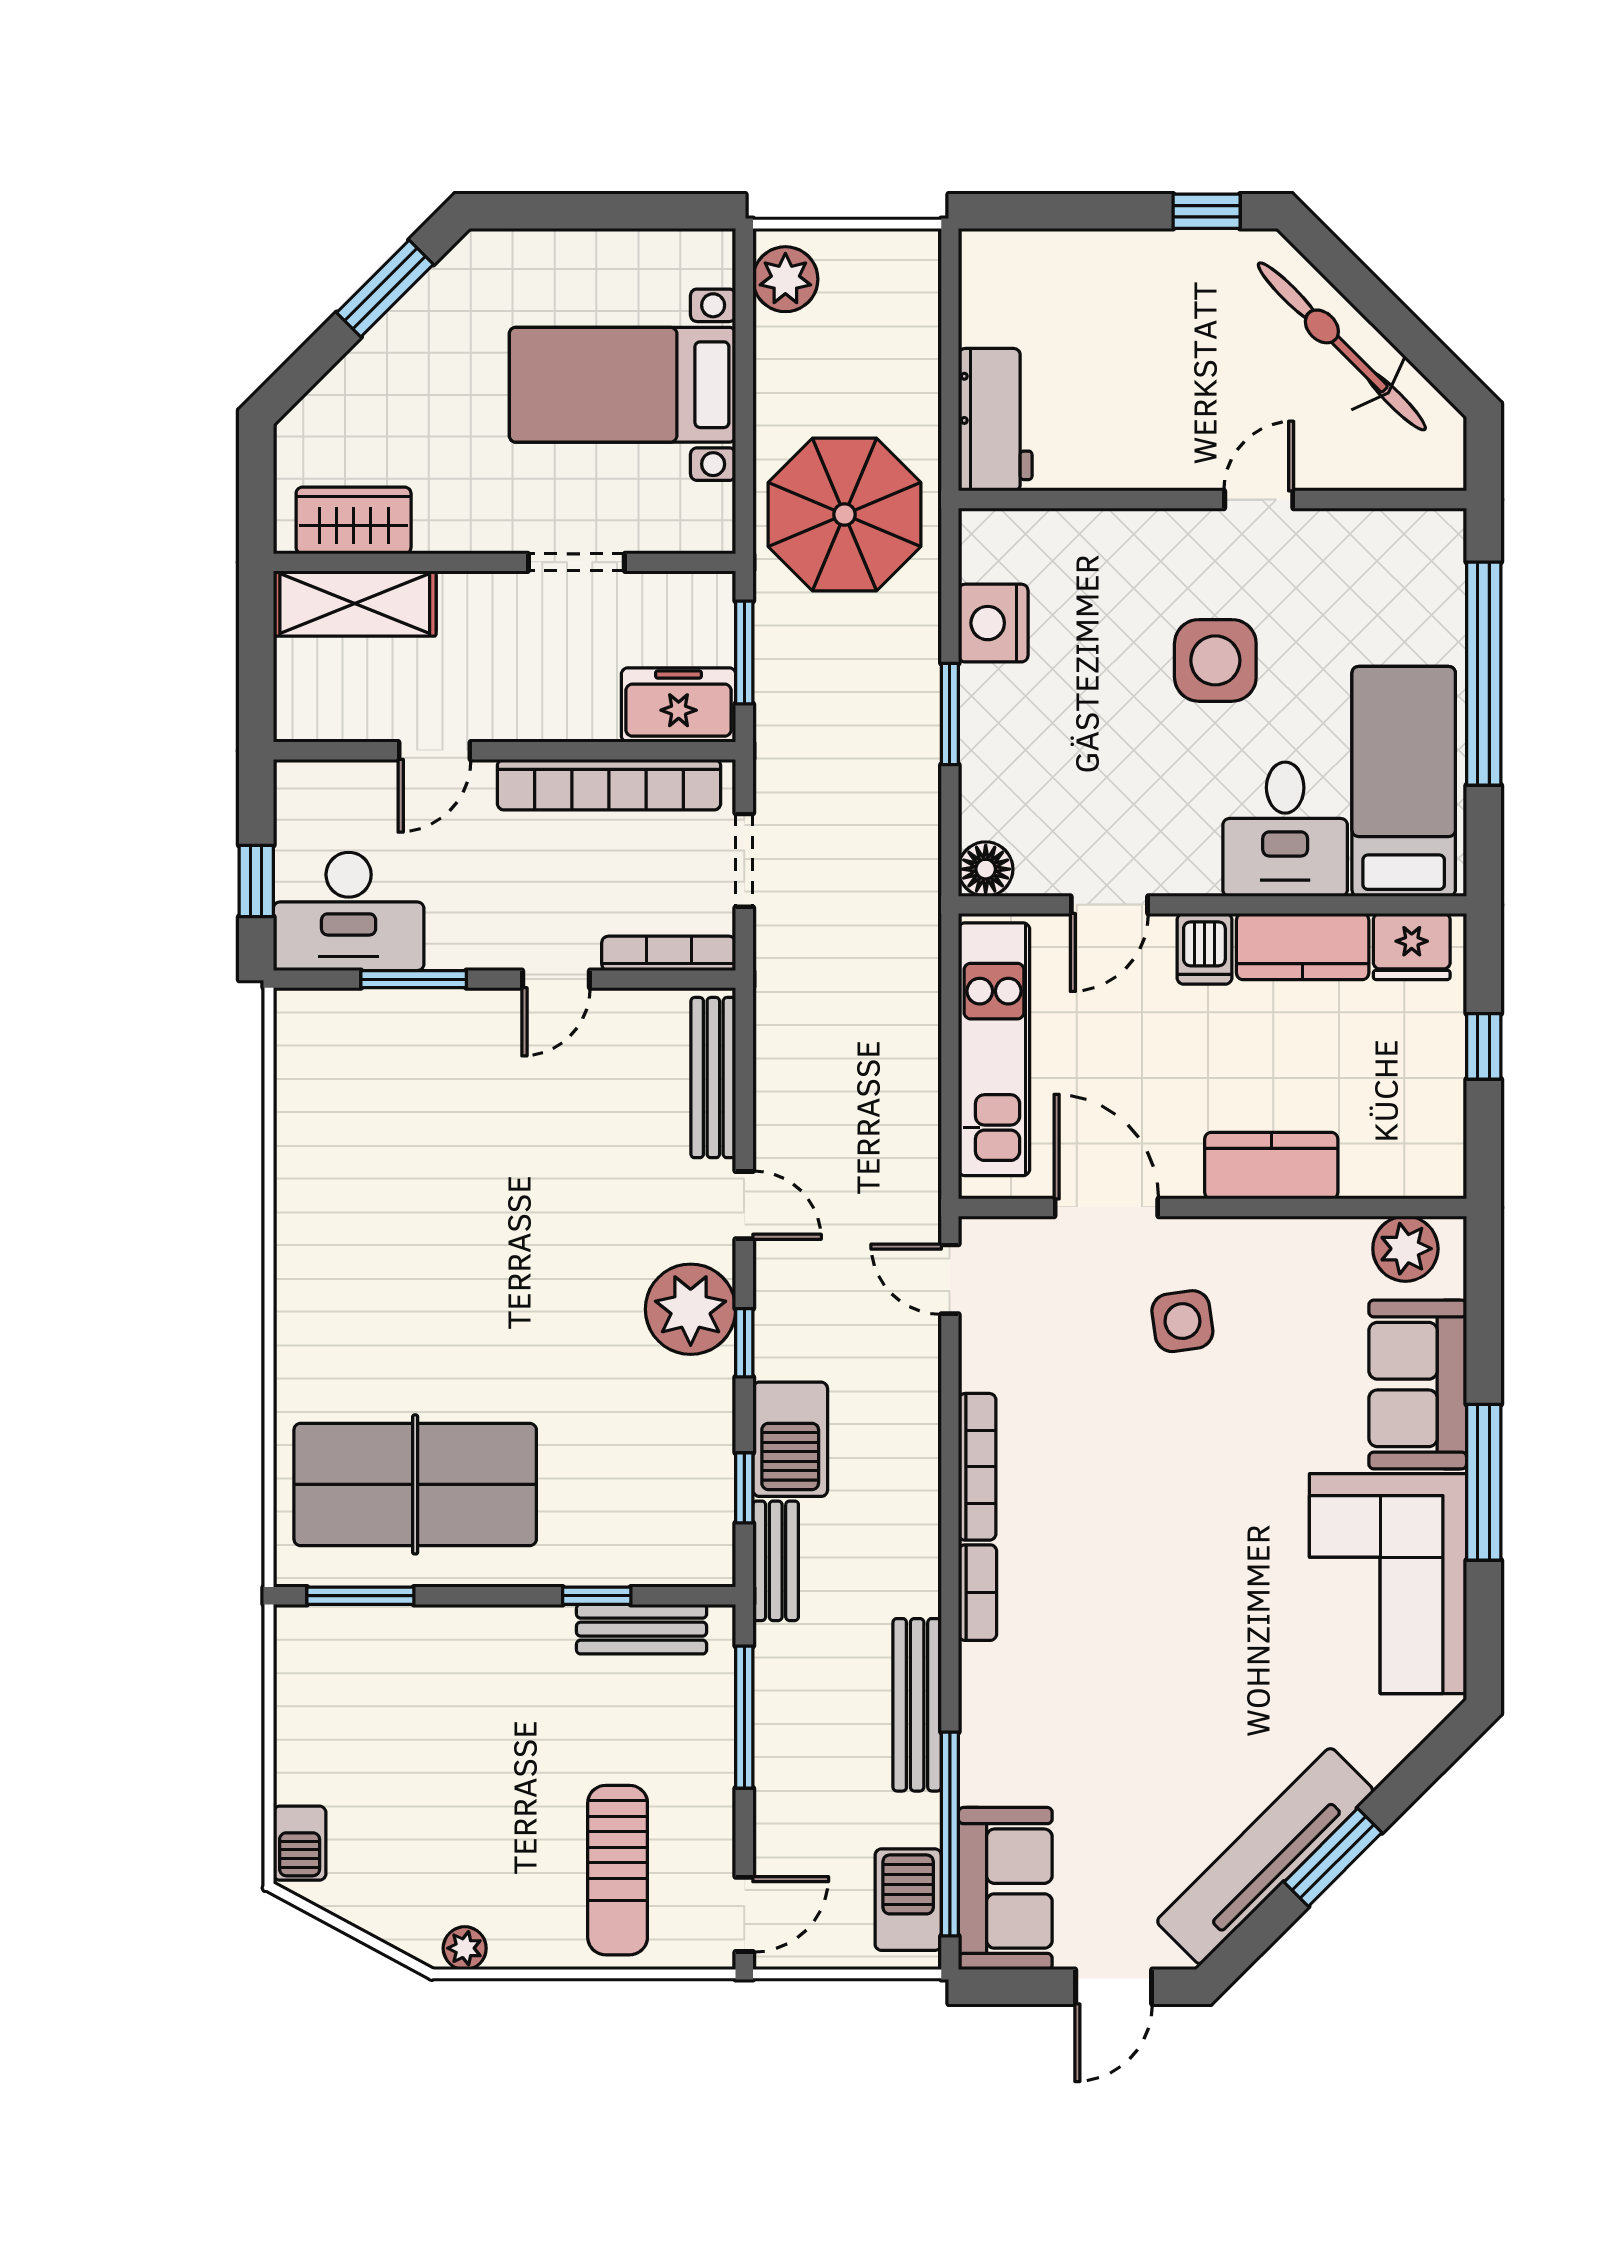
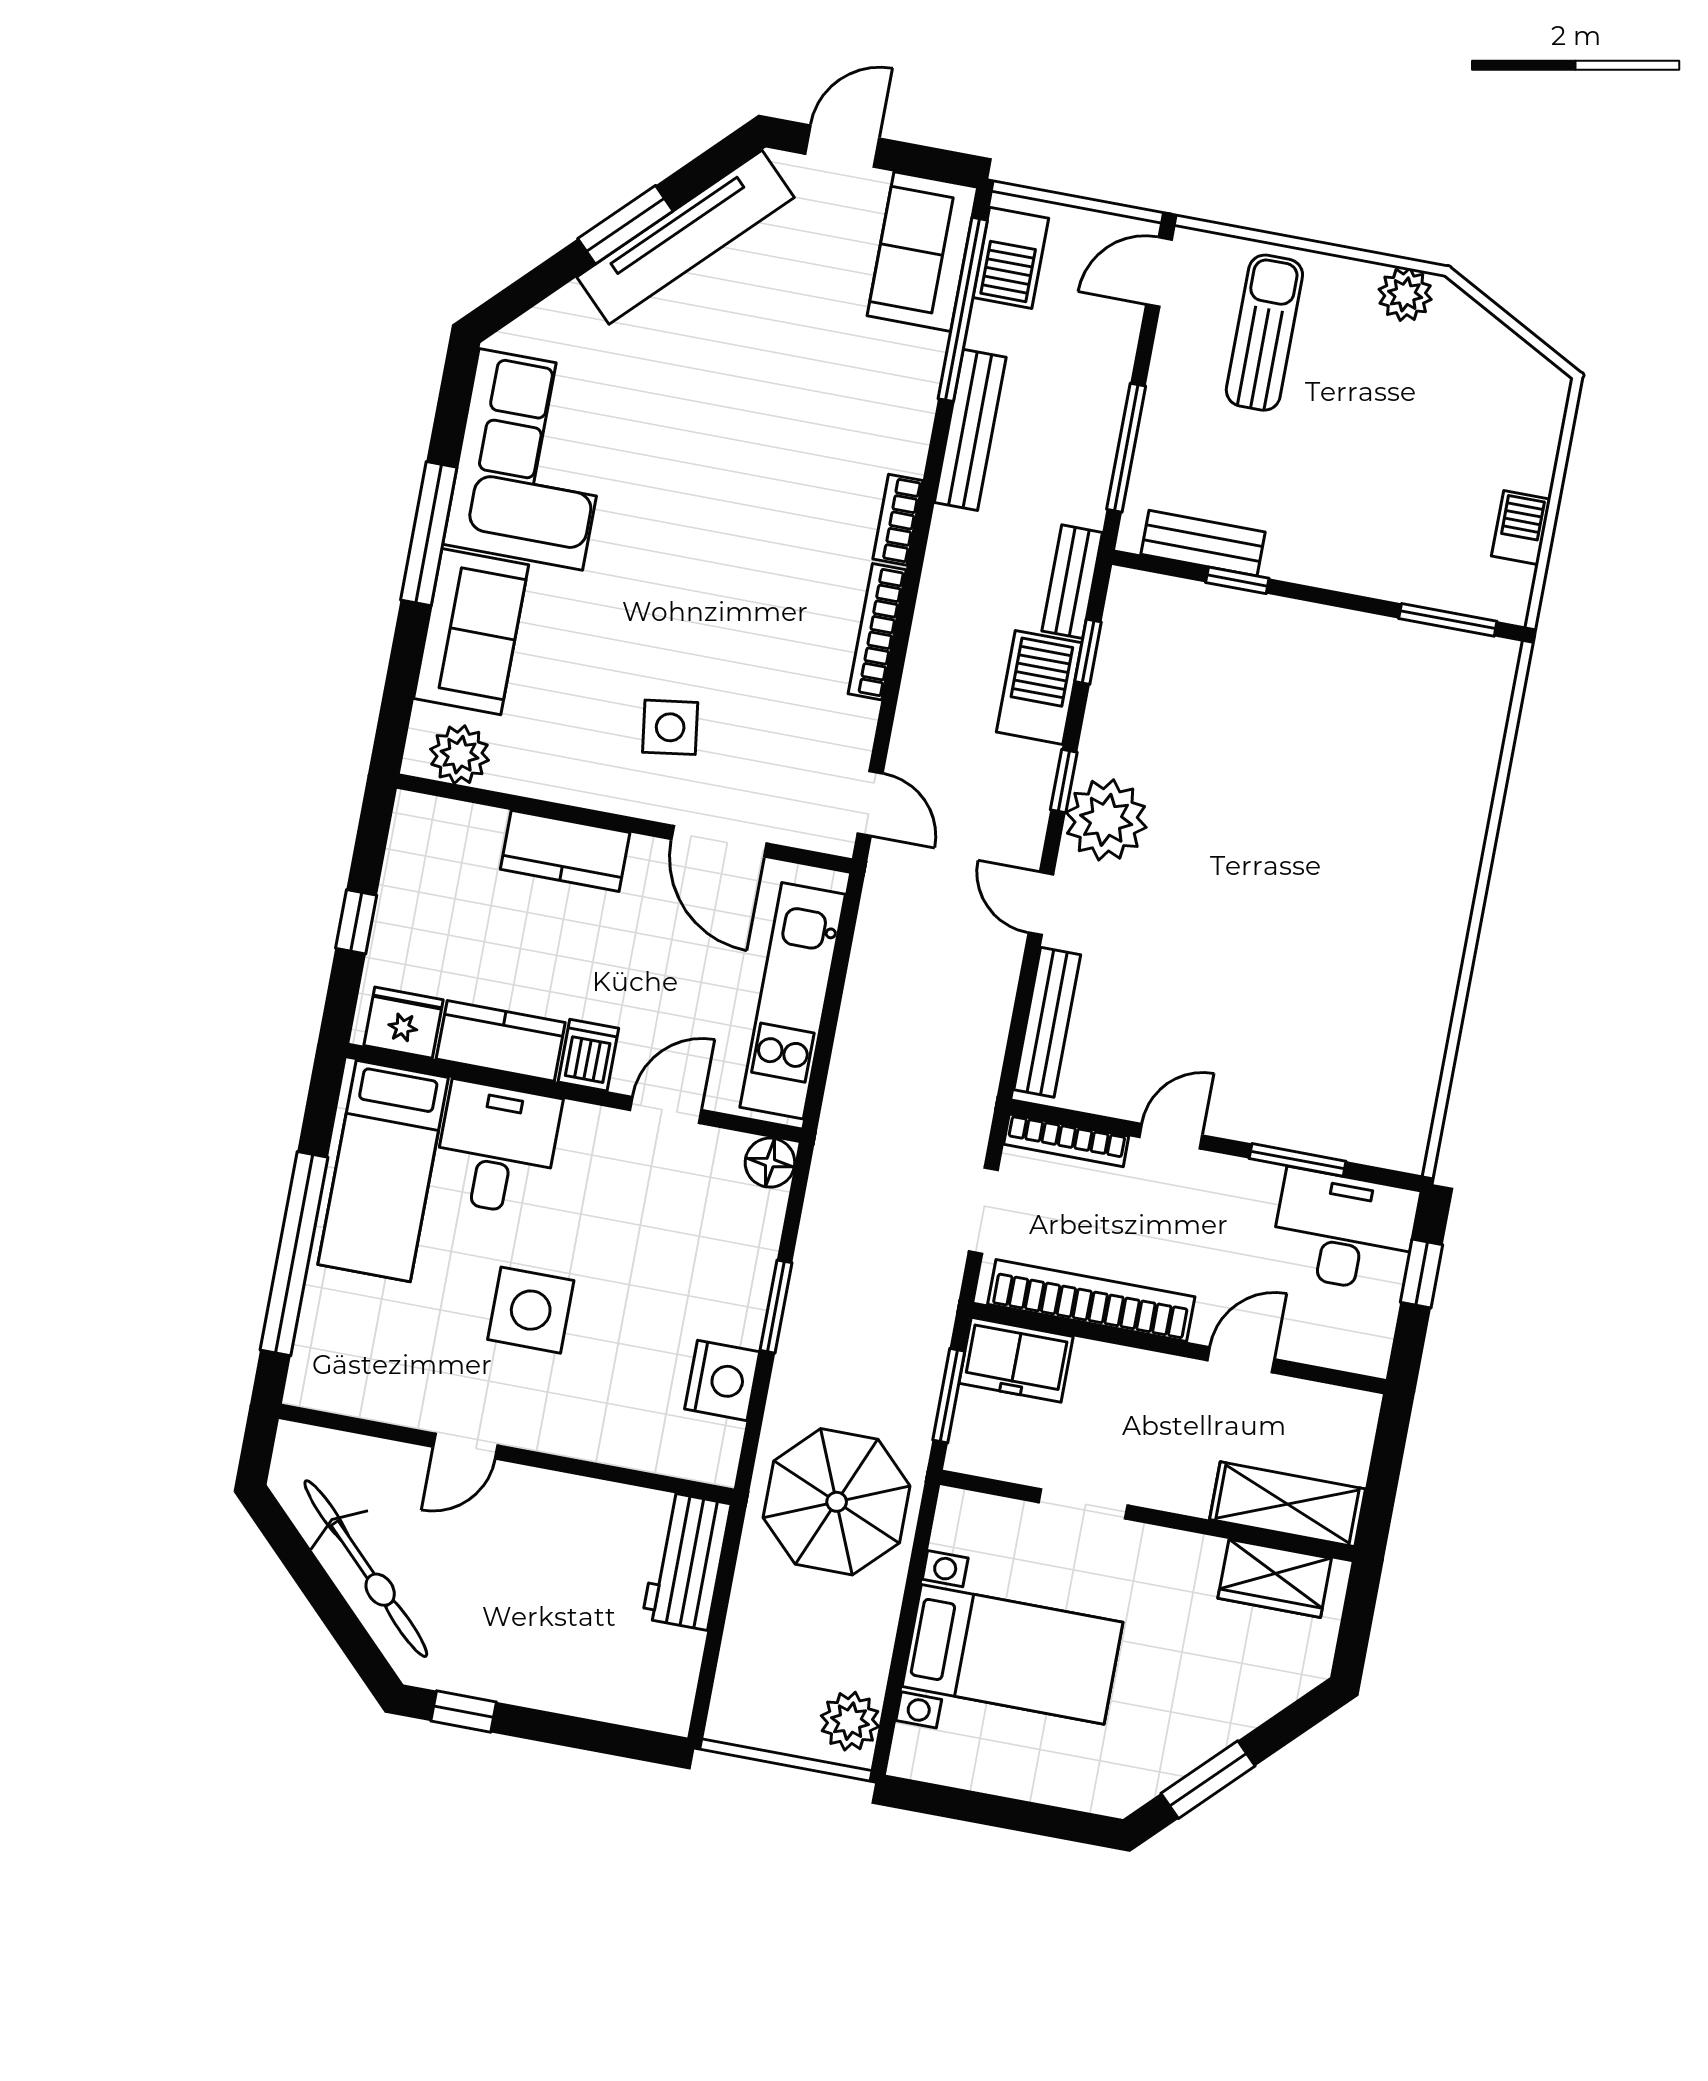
table tennis table: (415, 1484) -> (1380, 710), removed
barbecue: (300, 1843) -> (1521, 528), moved
plant: (465, 1948) -> (1405, 294), width x1.38, depth x1.38

